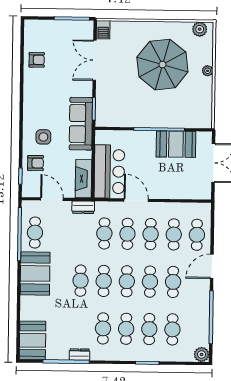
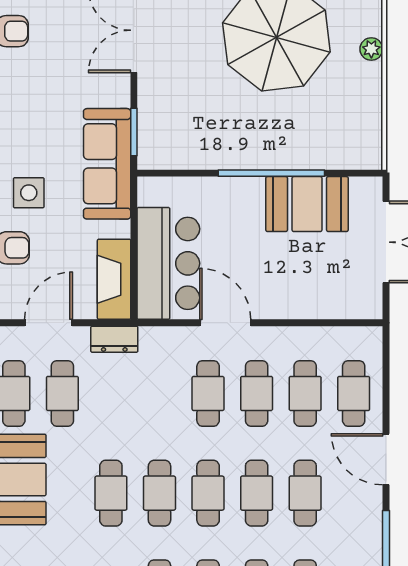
door: (52, 199) -> (48, 323), hinge flipped
cafe table: (104, 233) -> (62, 393), moved
door: (212, 266) -> (386, 459), hinge flipped

